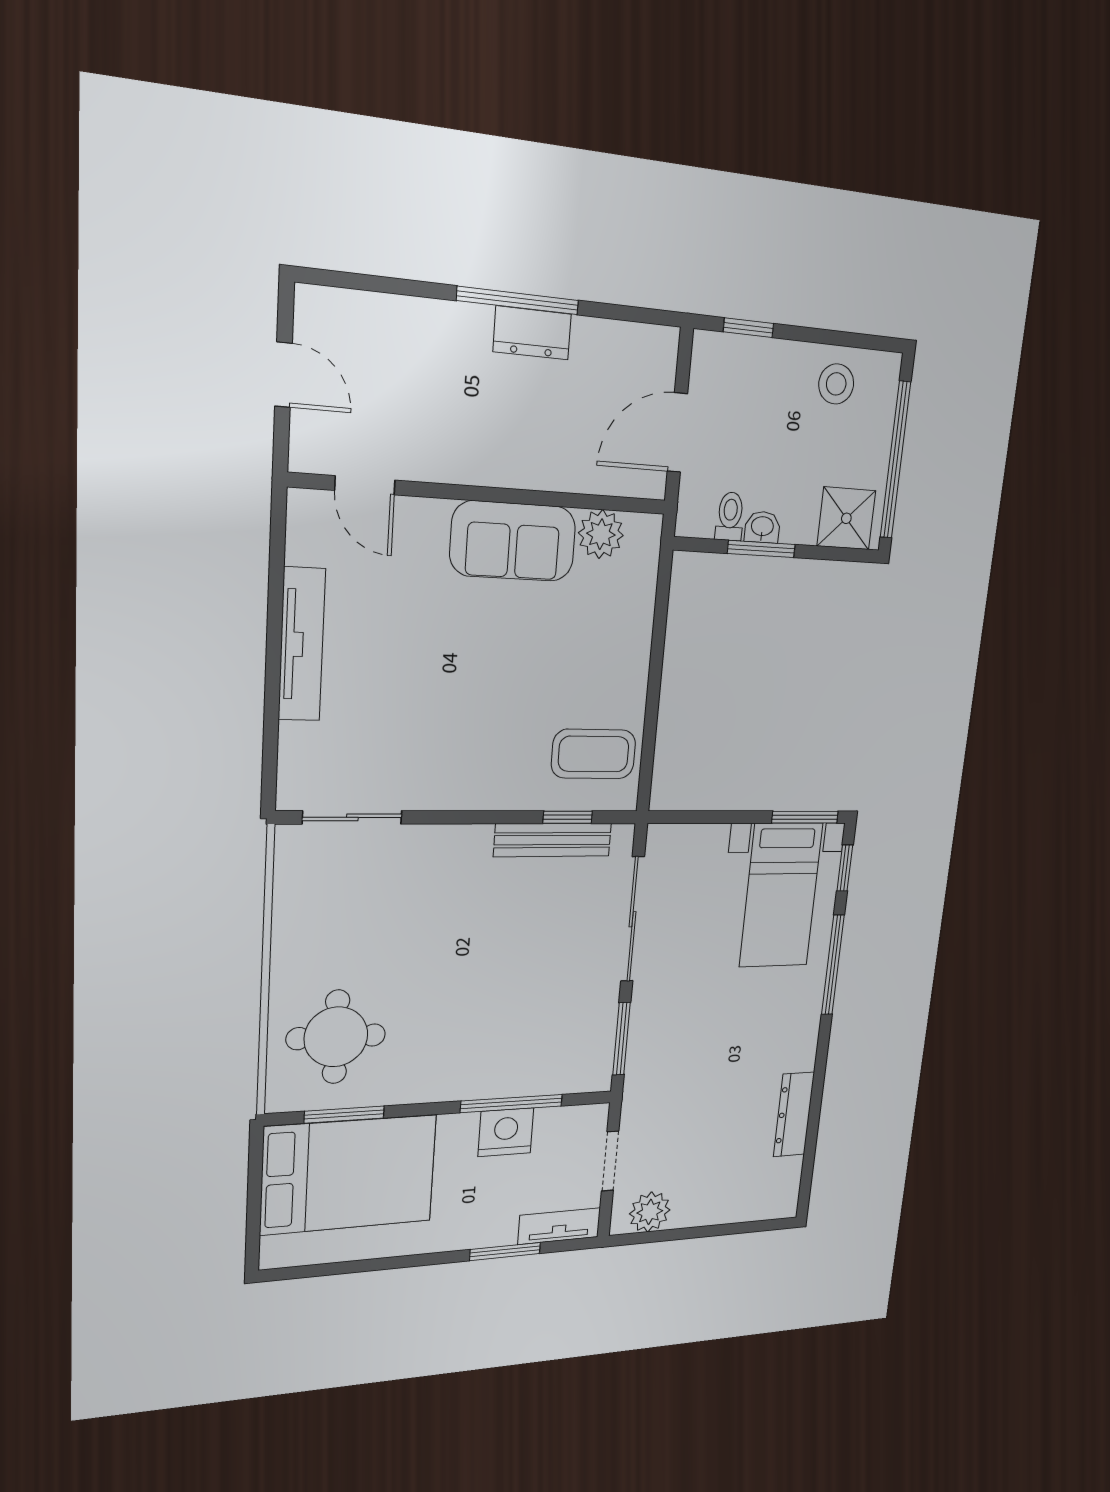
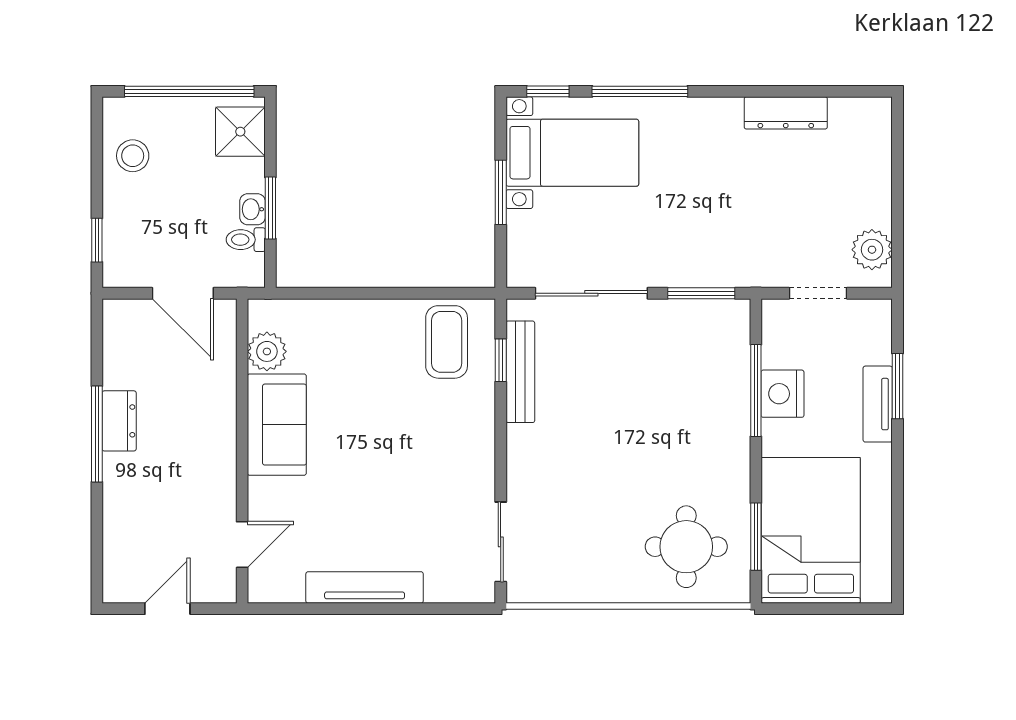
window: (805, 817) -> (501, 192), moved
tv unit: (559, 1226) -> (878, 404), moved

